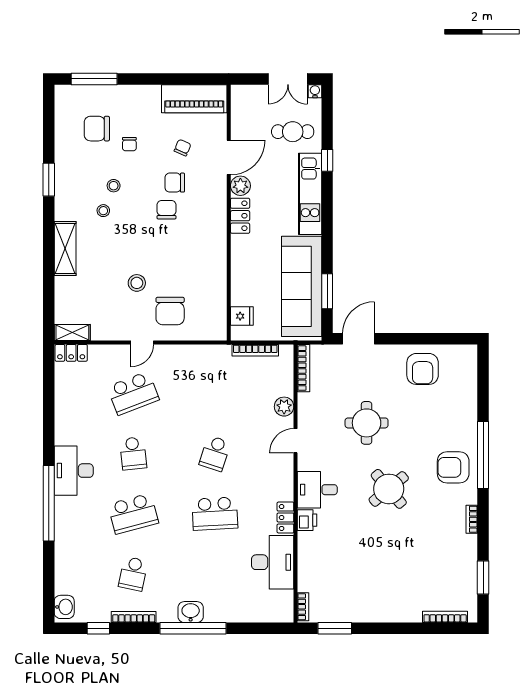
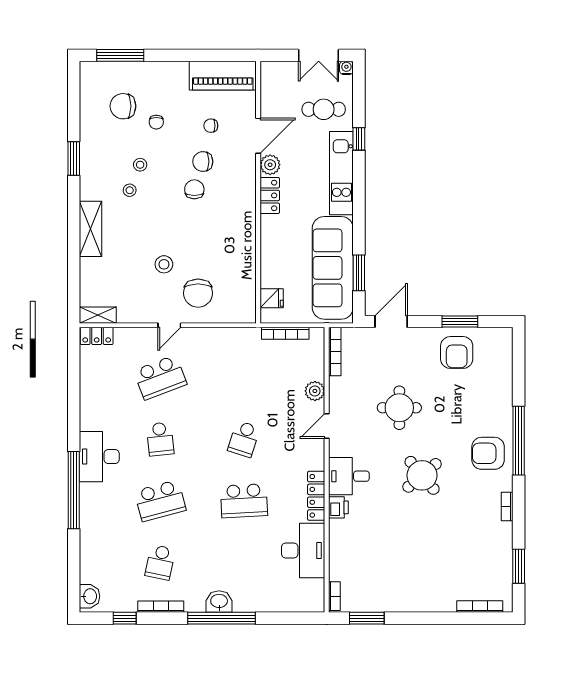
chair: (183, 148) -> (211, 126), turned -113
window: (426, 339) -> (460, 322), added
locker: (285, 518) -> (316, 496), width x1.53

